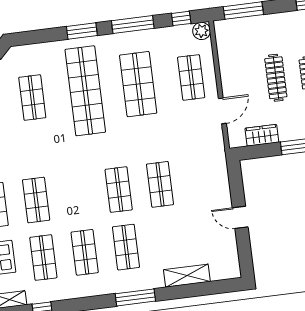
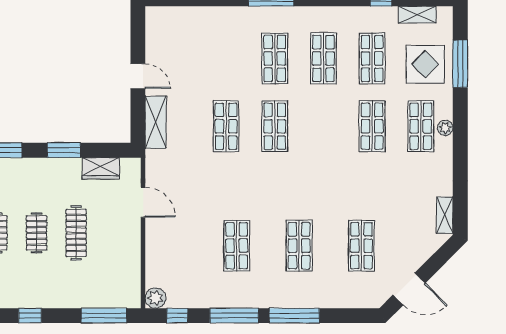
window: (82, 31) -> (294, 316), width x1.44
shop shelf: (191, 77) -> (174, 246), removed
shop shelf: (138, 84) -> (237, 246), width x0.70, depth x0.74
shop shelf: (85, 91) -> (299, 246), width x0.50, depth x0.74
door: (222, 111) -> (143, 202), swing flipped
shelving: (187, 276) -> (156, 122), moved, turned 90

